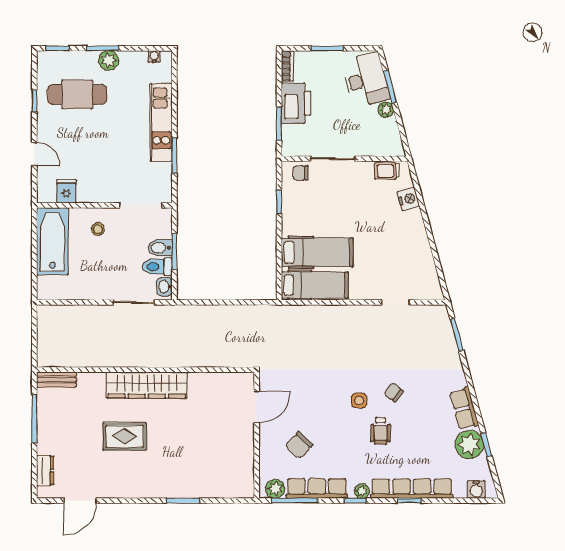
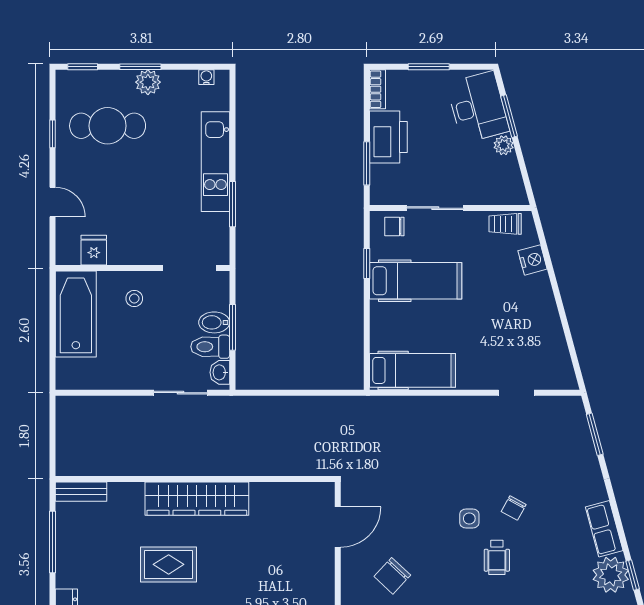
hospital bed: (317, 252) -> (416, 281), moved
chair: (394, 392) -> (514, 508), turned -98

